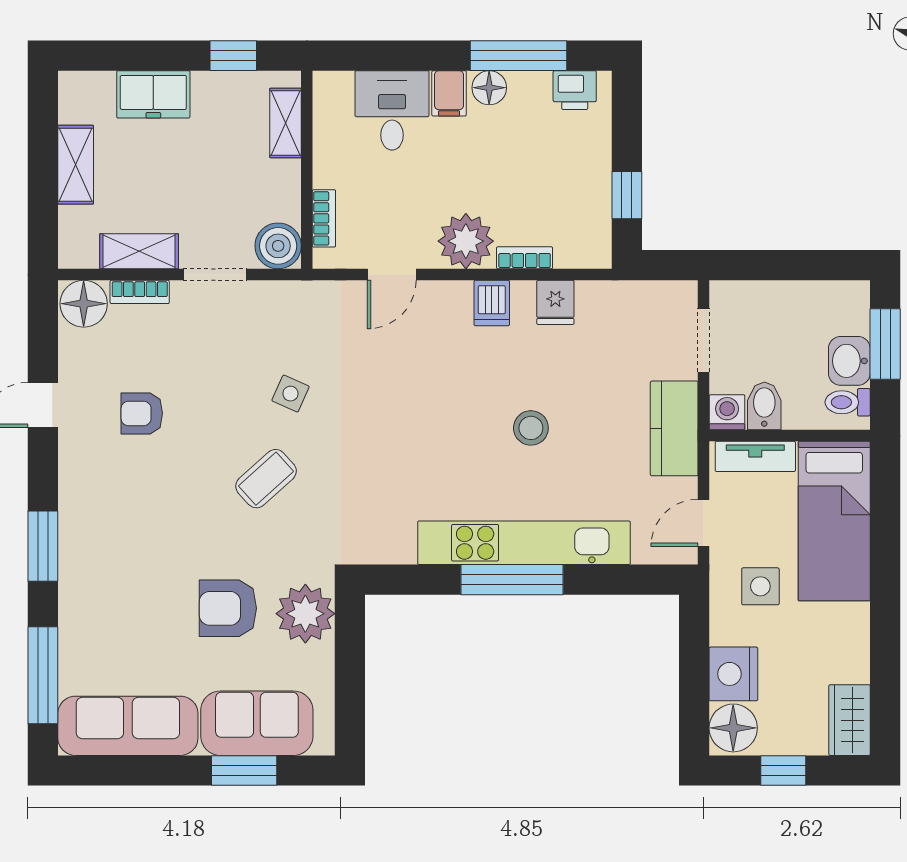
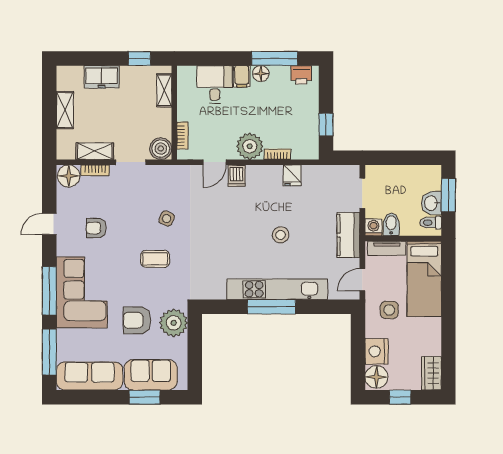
dishwasher: (492, 303) -> (236, 176), moved
coffee table: (266, 479) -> (155, 259), turned 42
window: (43, 546) -> (49, 291), width x1.44
corner sofa: (111, 549) -> (82, 292), added

